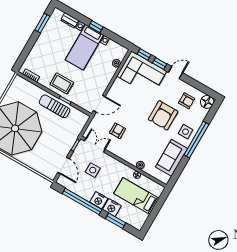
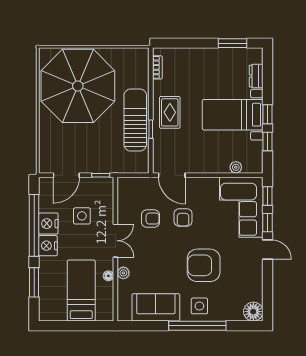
window: (112, 36) -> (267, 142), added
armchair: (187, 101) -> (183, 217), moved
sun lounger: (55, 106) -> (135, 120), width x1.36, depth x1.34
double door: (95, 145) -> (115, 241), moved
nightstand: (112, 208) -> (48, 224), moved

